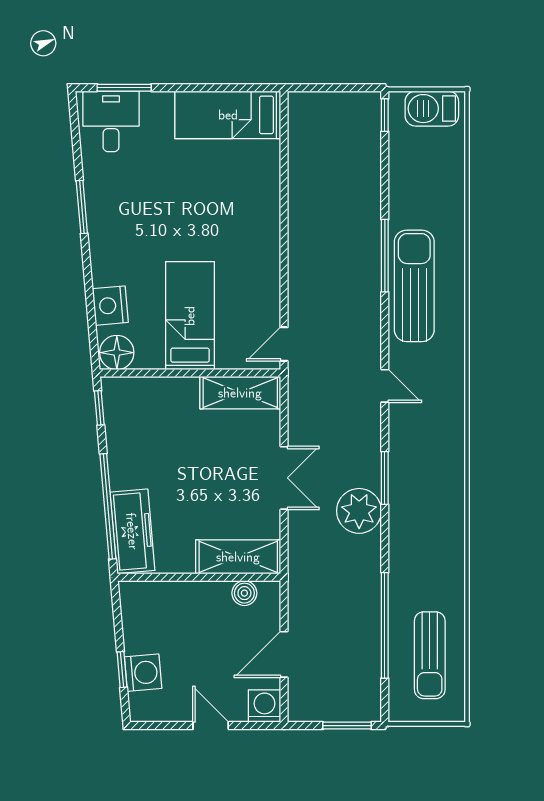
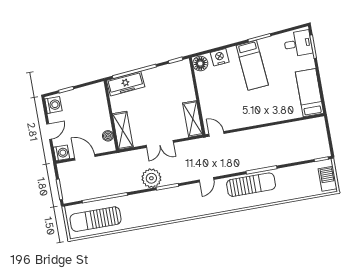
bed: (190, 316) -> (252, 65), moved, turned 85
sun lounger: (430, 655) -> (96, 219), width x1.36, depth x1.34
washing machine: (143, 673) -> (53, 105), moved, turned -85

